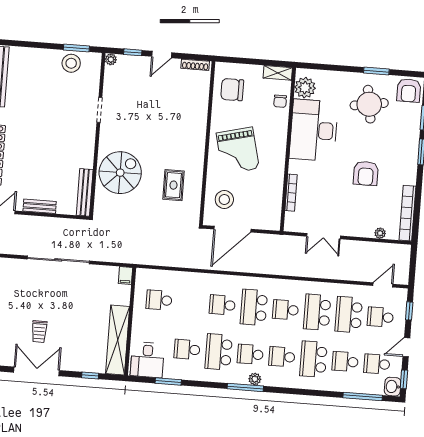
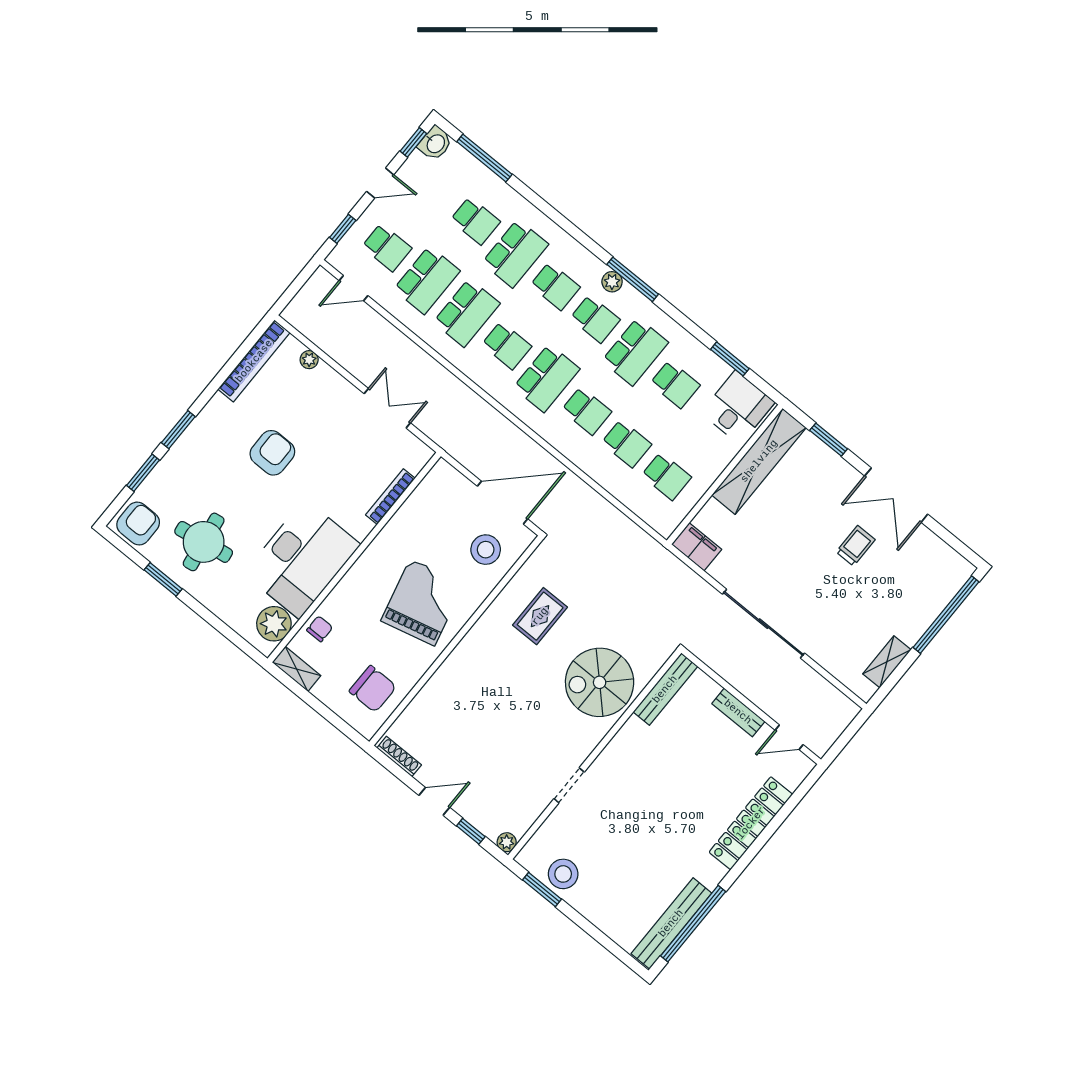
filing cabinet: (125, 276) -> (697, 547), width x2.00
school desk: (377, 364) -> (626, 444), moved
window: (90, 376) -> (829, 440), width x1.50

